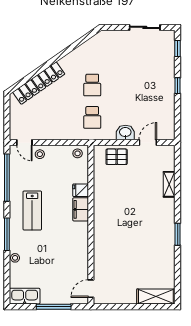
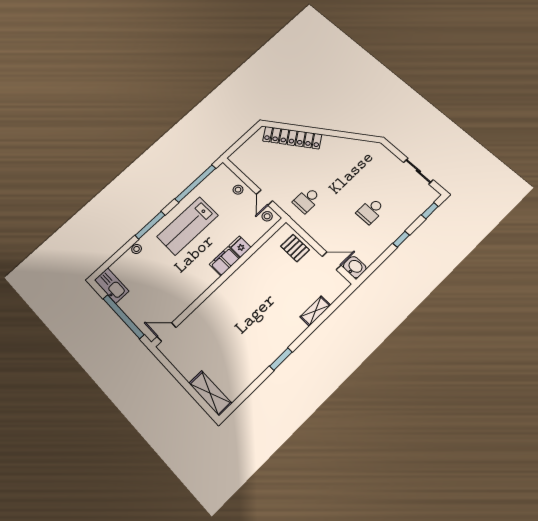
school desk: (92, 85) -> (371, 211), moved
washbasin: (125, 132) -> (355, 267), moved
door: (24, 143) -> (264, 198), moved
lab bench: (32, 210) -> (188, 226), width x1.36, depth x1.39
window: (54, 307) -> (123, 317), width x1.46

